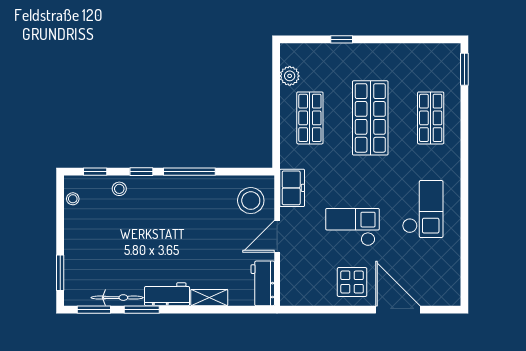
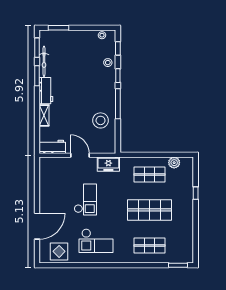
stool: (251, 201) -> (101, 120), moved
display table: (352, 282) -> (59, 251), moved

